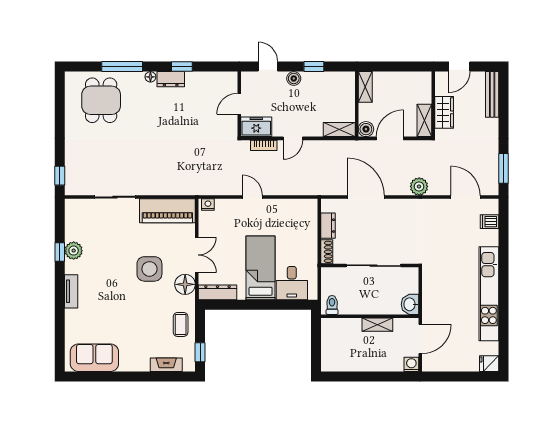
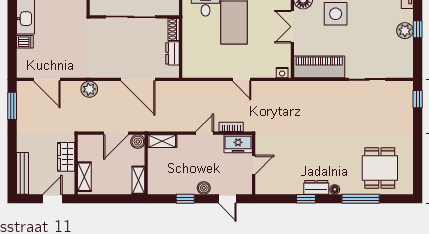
shelving: (424, 120) -> (84, 177), moved
dishwasher: (490, 222) -> (25, 42), moved

